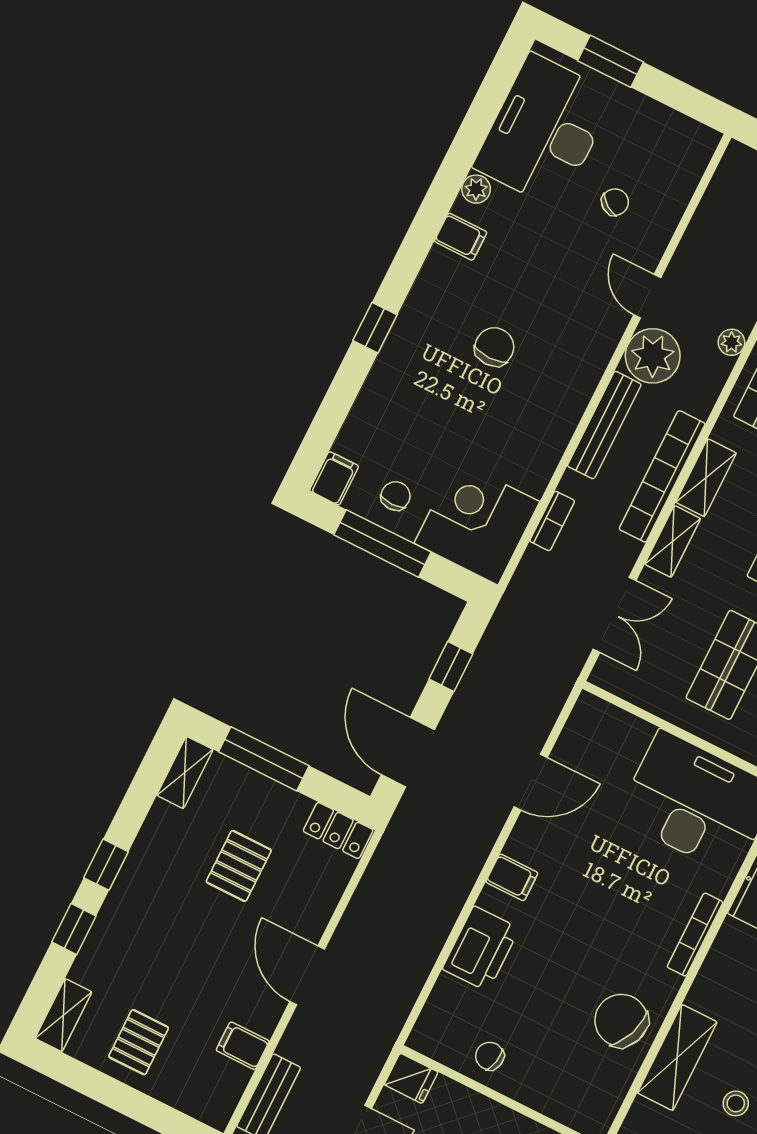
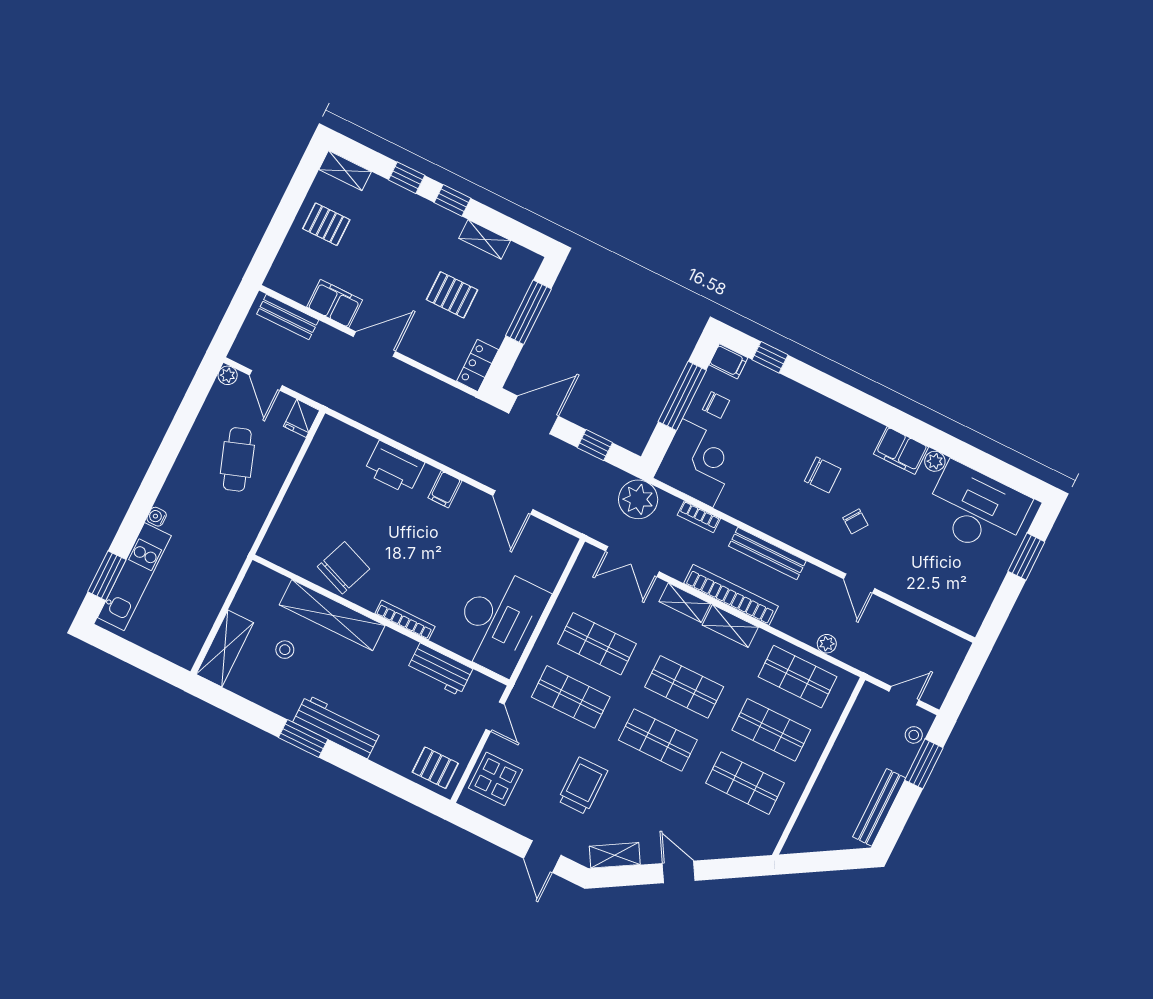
chair: (615, 202) -> (855, 521), moved
filing cabinet: (461, 237) -> (901, 450), width x2.00
door: (647, 296) -> (859, 584), swing flipped
window: (375, 328) -> (770, 357), moved
plant: (653, 356) -> (638, 499), moved
shelving: (185, 772) -> (485, 239), moved
filing cabinet: (243, 1046) -> (335, 303), width x2.00
chair: (490, 1056) -> (318, 474), removed
shelving: (677, 1057) -> (332, 615), width x1.47

